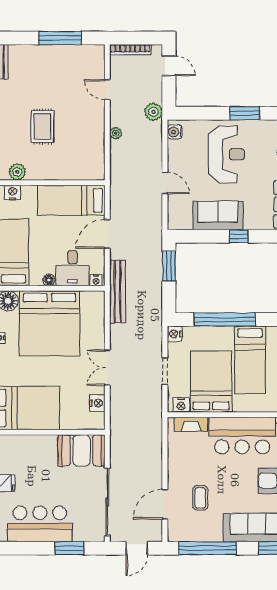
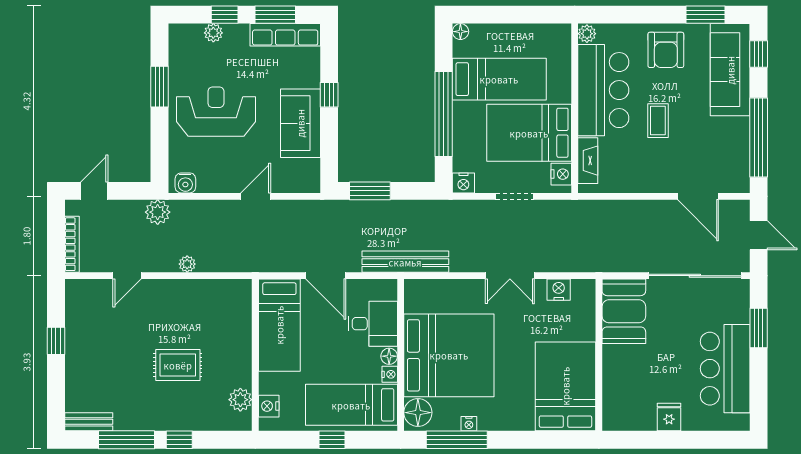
window: (60, 38) -> (56, 341), width x0.46
nightstand: (96, 280) -> (390, 374), moved
coffee table: (200, 498) -> (658, 121), moved, turned 90

